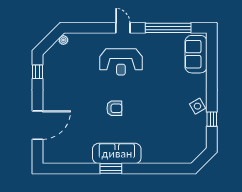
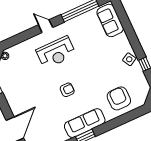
armchair: (166, 144) -> (119, 98), added

